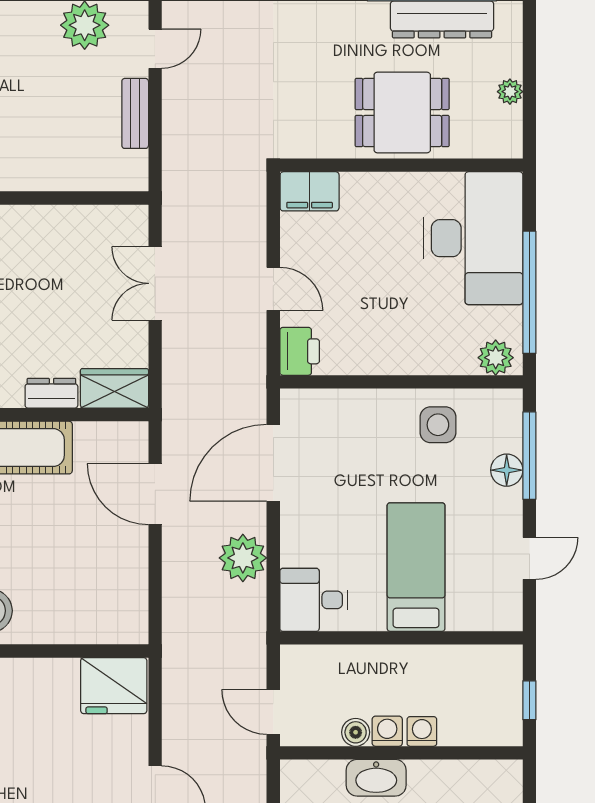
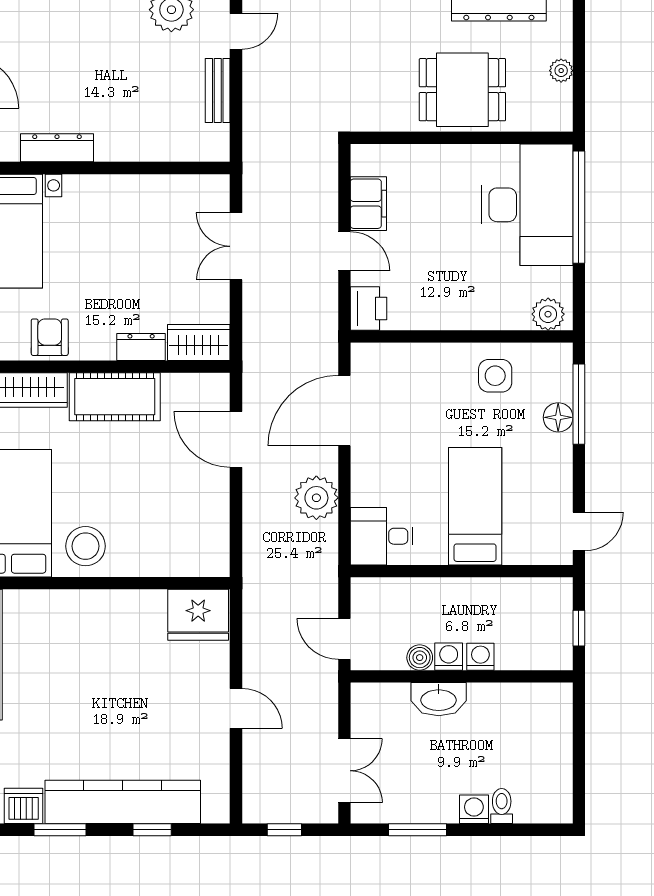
filing cabinet: (310, 191) -> (368, 204), moved, turned -90
window: (529, 292) -> (579, 207), moved
door: (529, 558) -> (579, 531), moved

